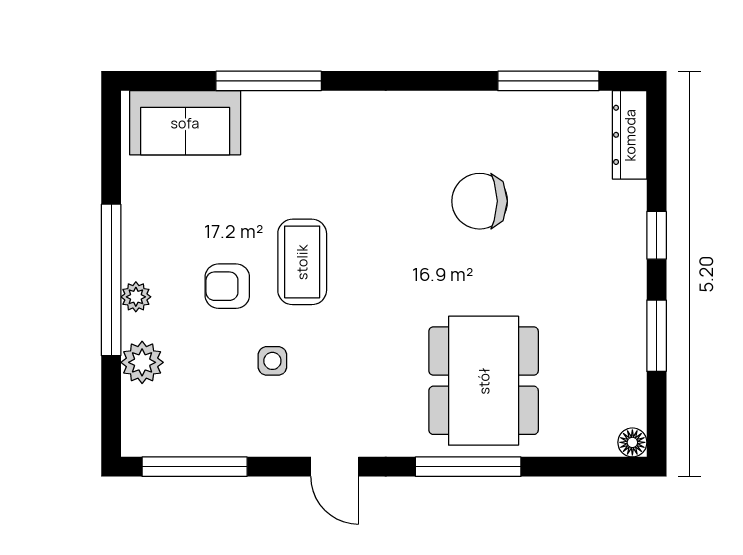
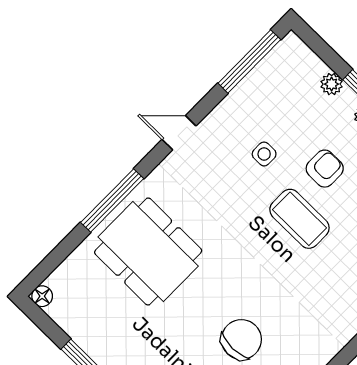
plant: (142, 362) -> (332, 84), width x0.73, depth x0.73

